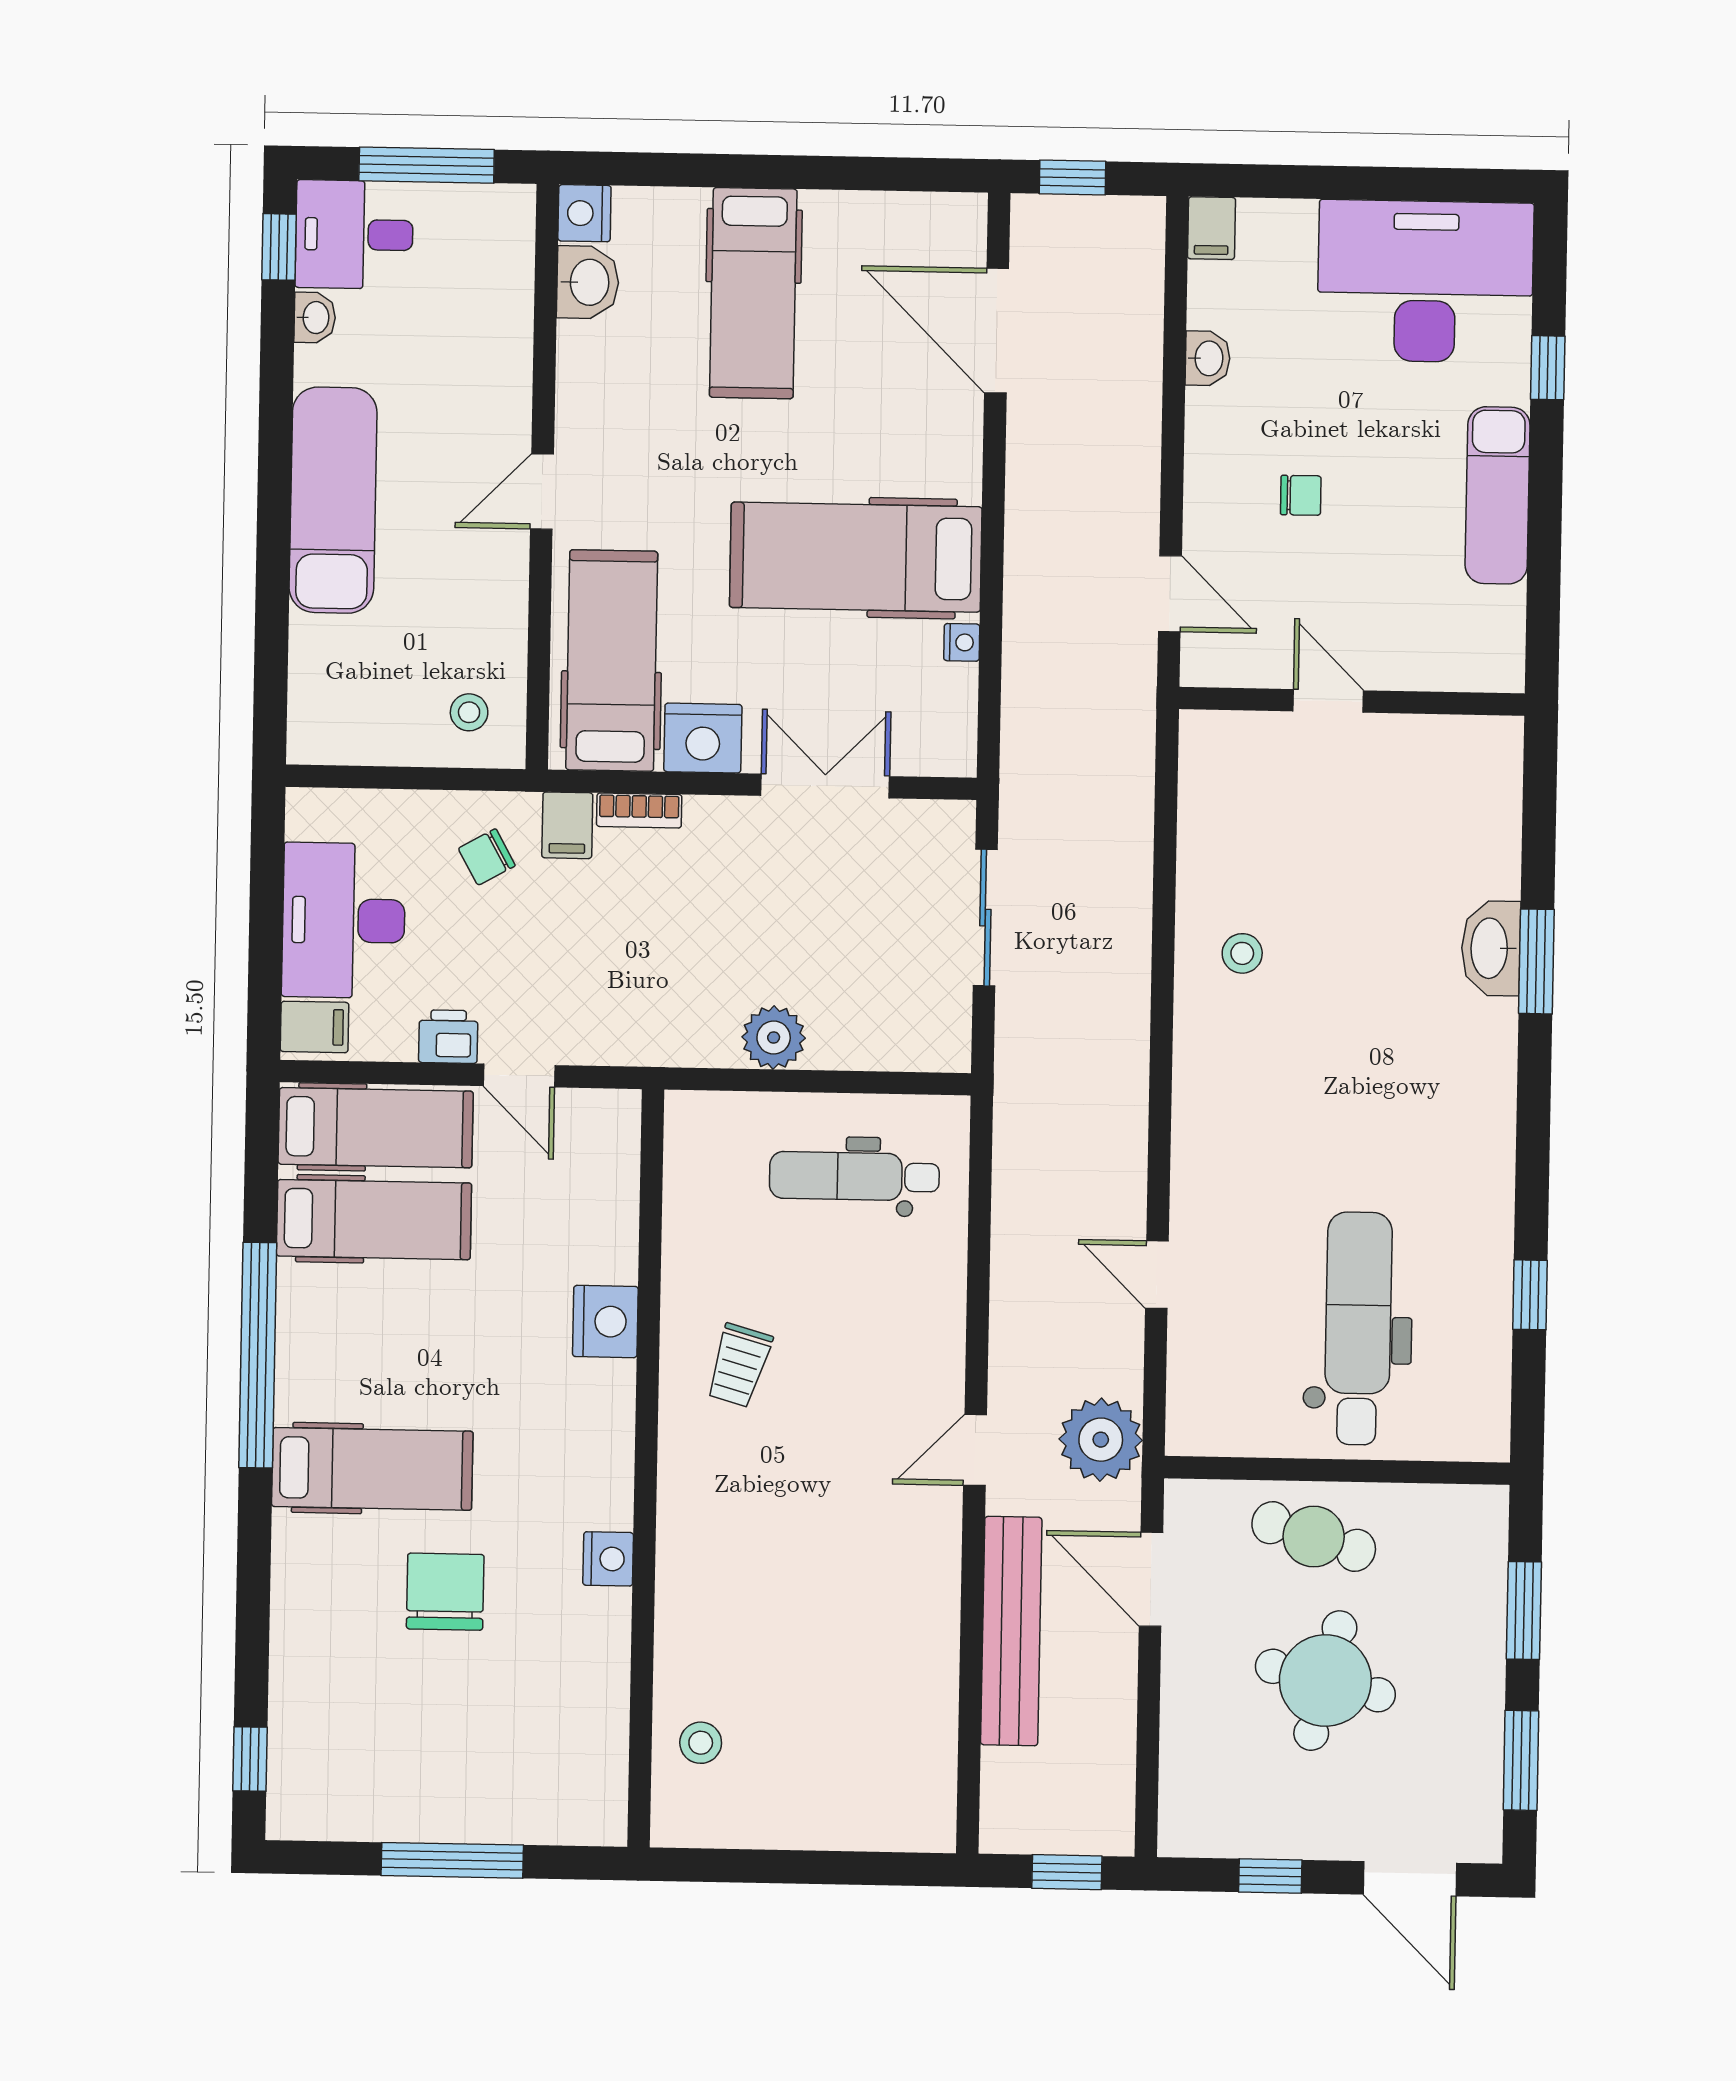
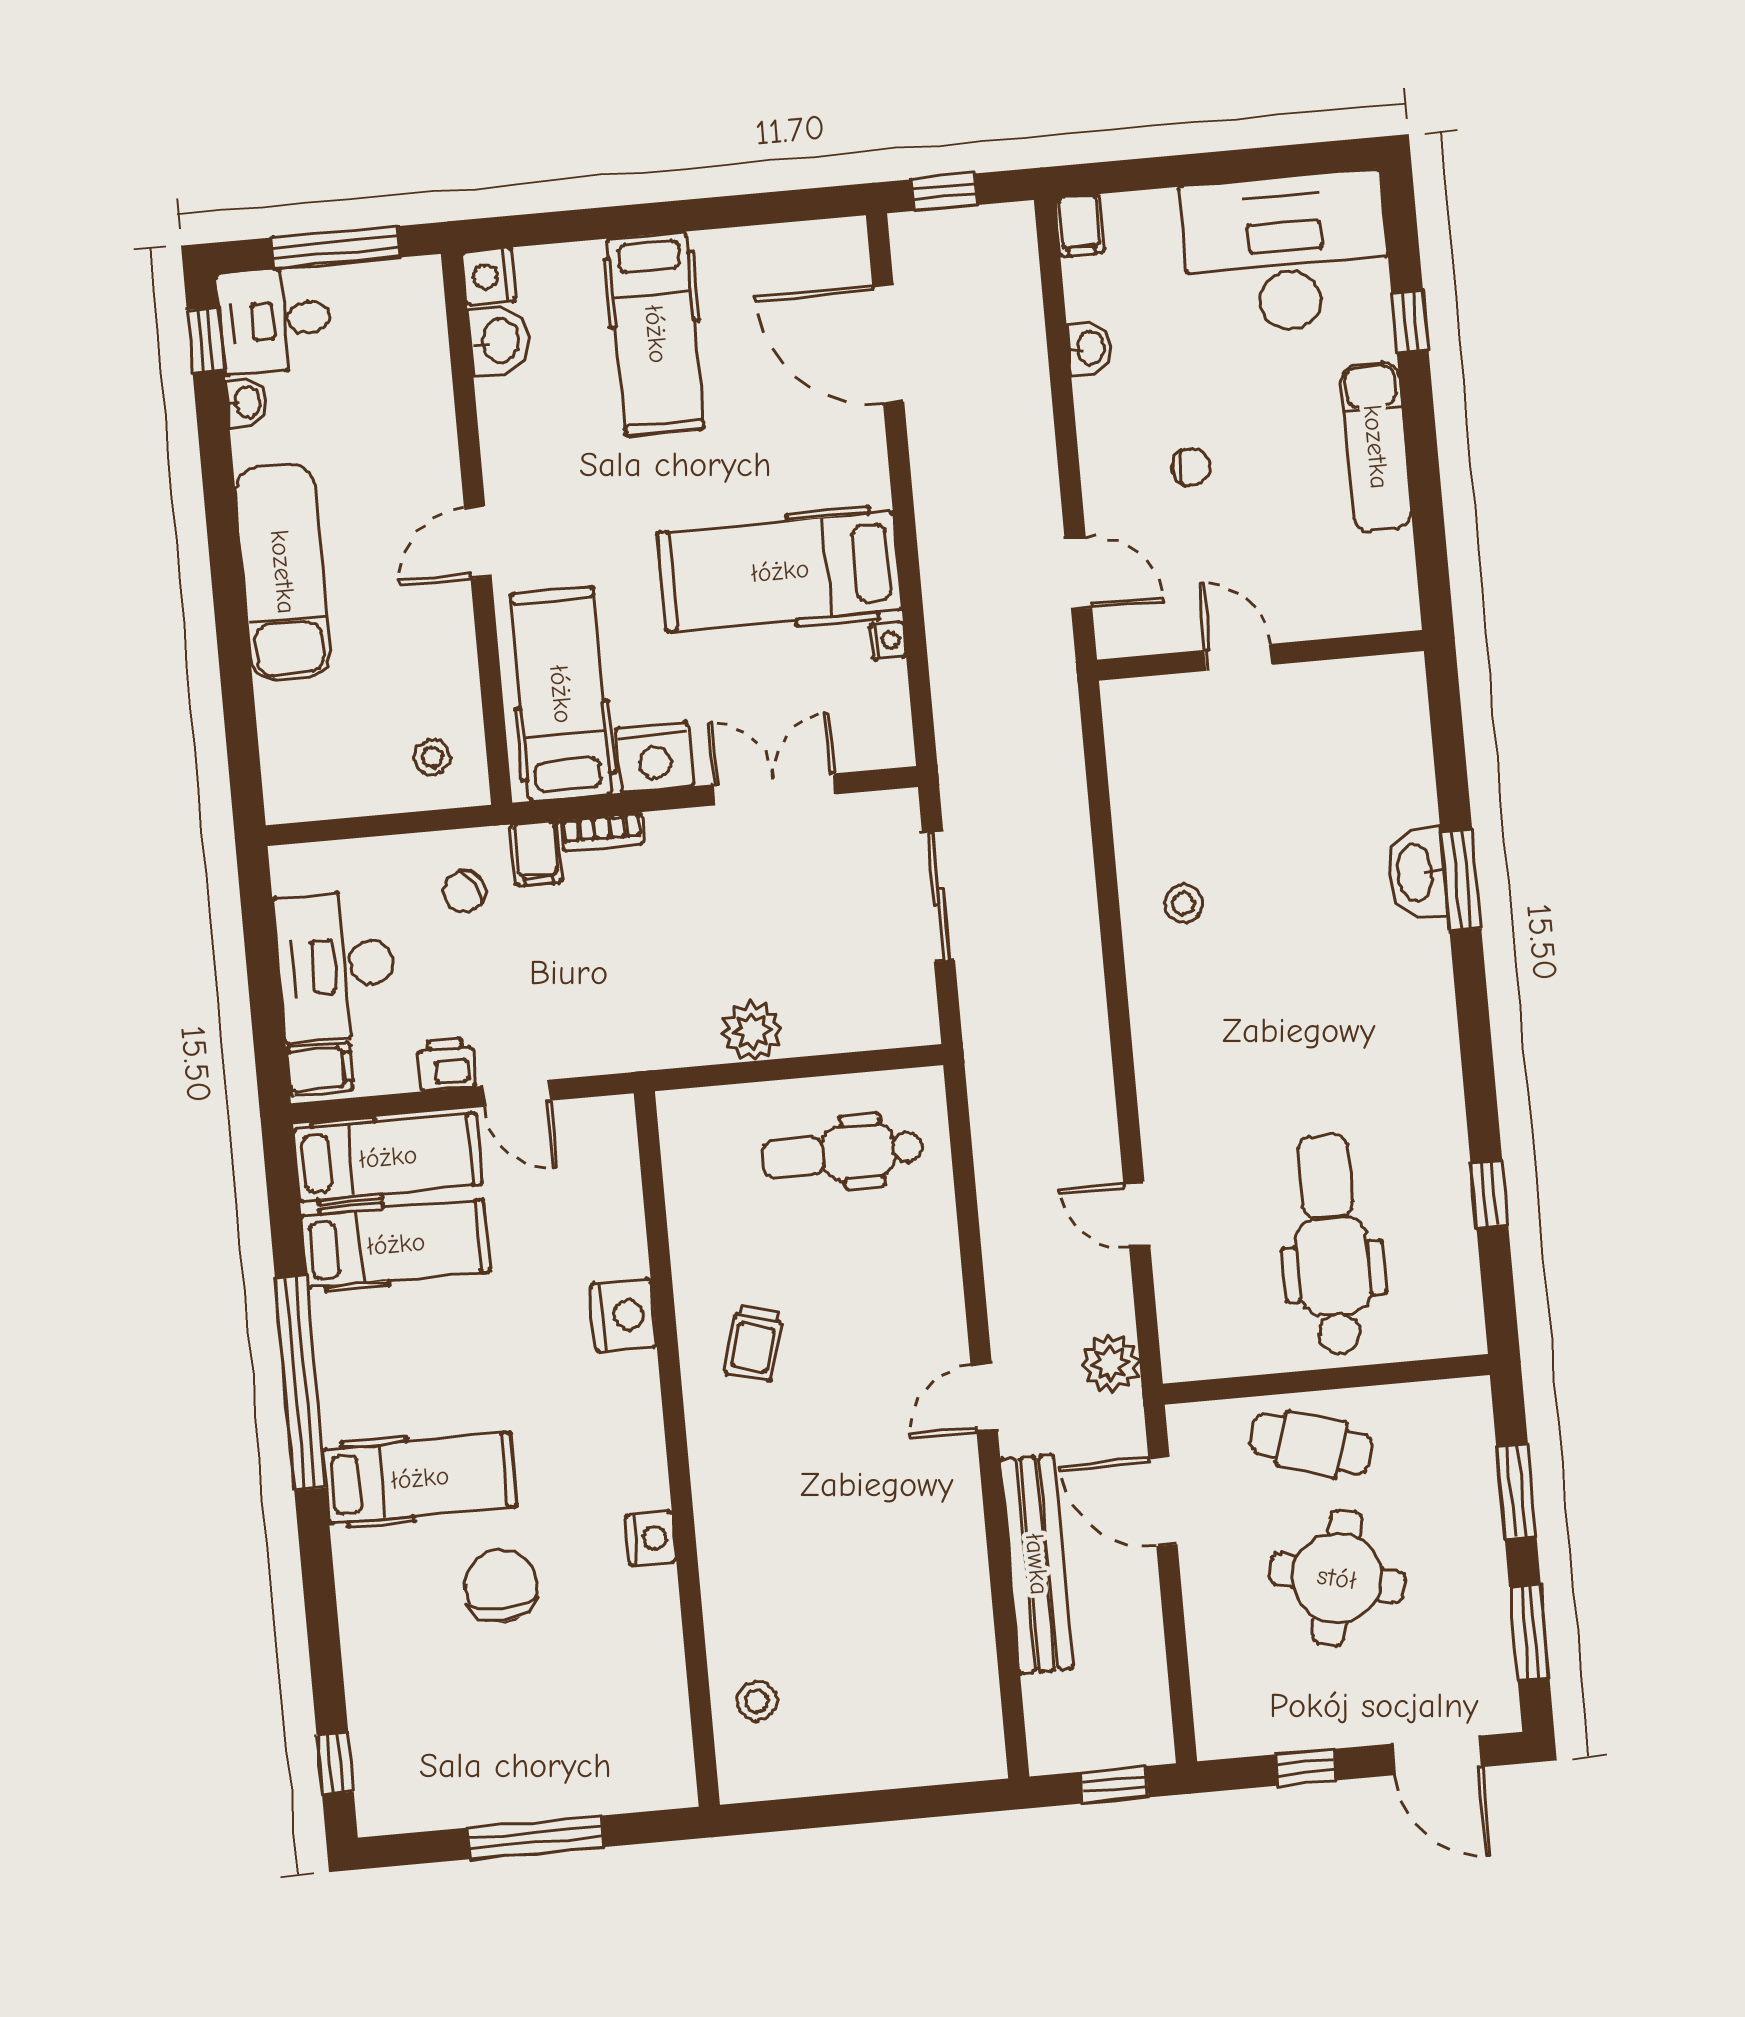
plant: (1101, 1440) -> (1111, 1363), width x0.73, depth x0.73

